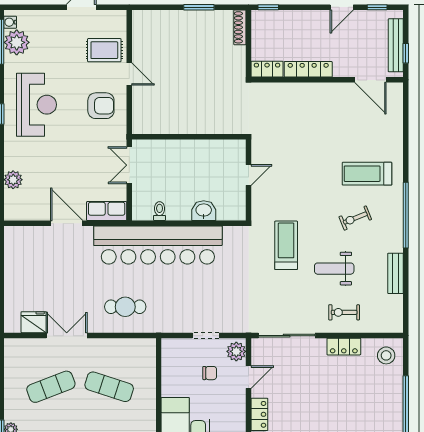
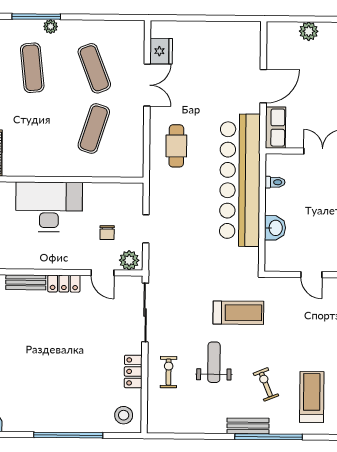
bench: (395, 273) -> (248, 426), moved

